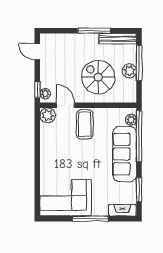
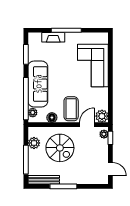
plant: (129, 71) -> (34, 143), moved
door: (65, 105) -> (87, 125), swing flipped
floor lamp: (108, 114) -> (52, 118), added
corner sofa: (66, 198) -> (93, 65), moved, turned 90
fireplace: (122, 210) -> (53, 37), moved

